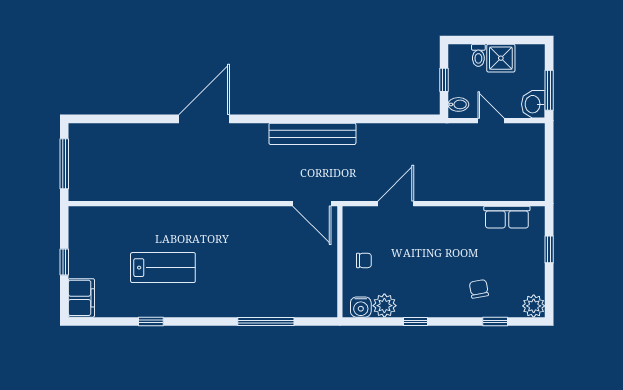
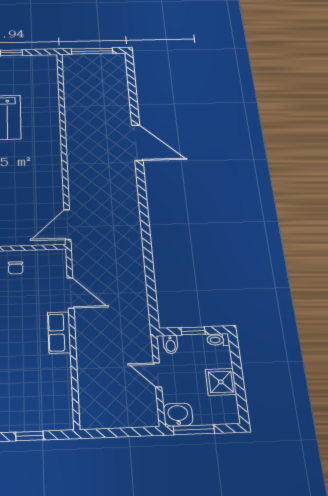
toilet: (478, 55) -> (218, 340), moved
door: (491, 121) -> (158, 375), swing flipped
bench: (312, 134) -> (131, 223), removed
row of seats: (507, 217) -> (59, 332), moved

